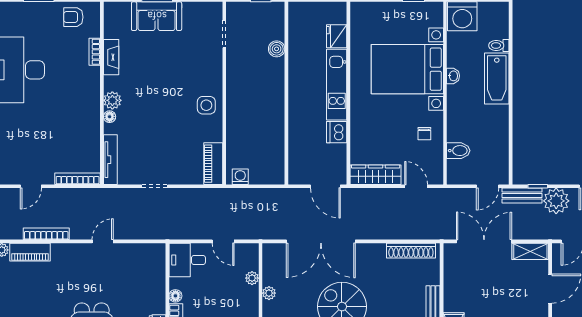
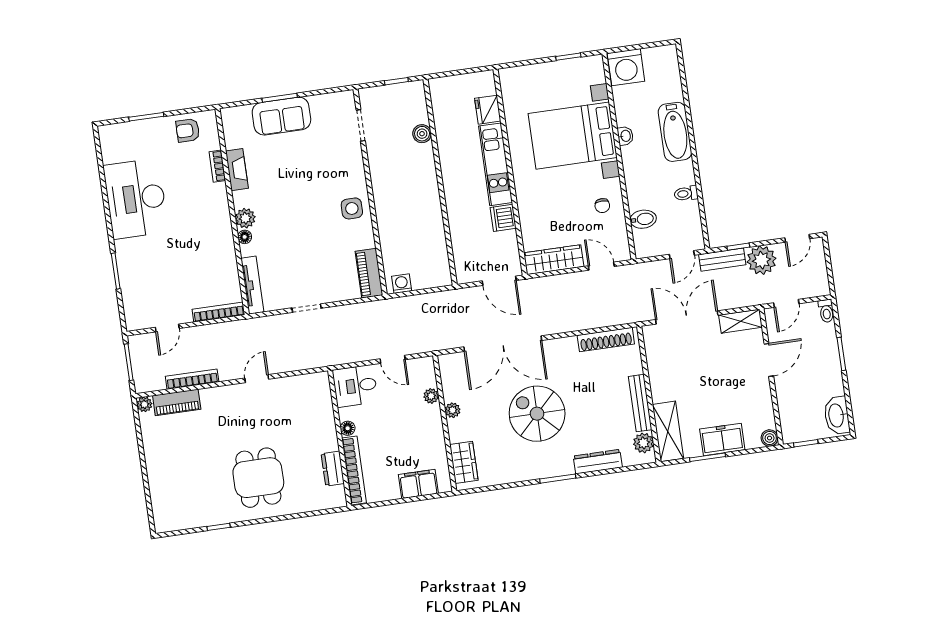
toilet: (499, 45) -> (686, 193), moved

